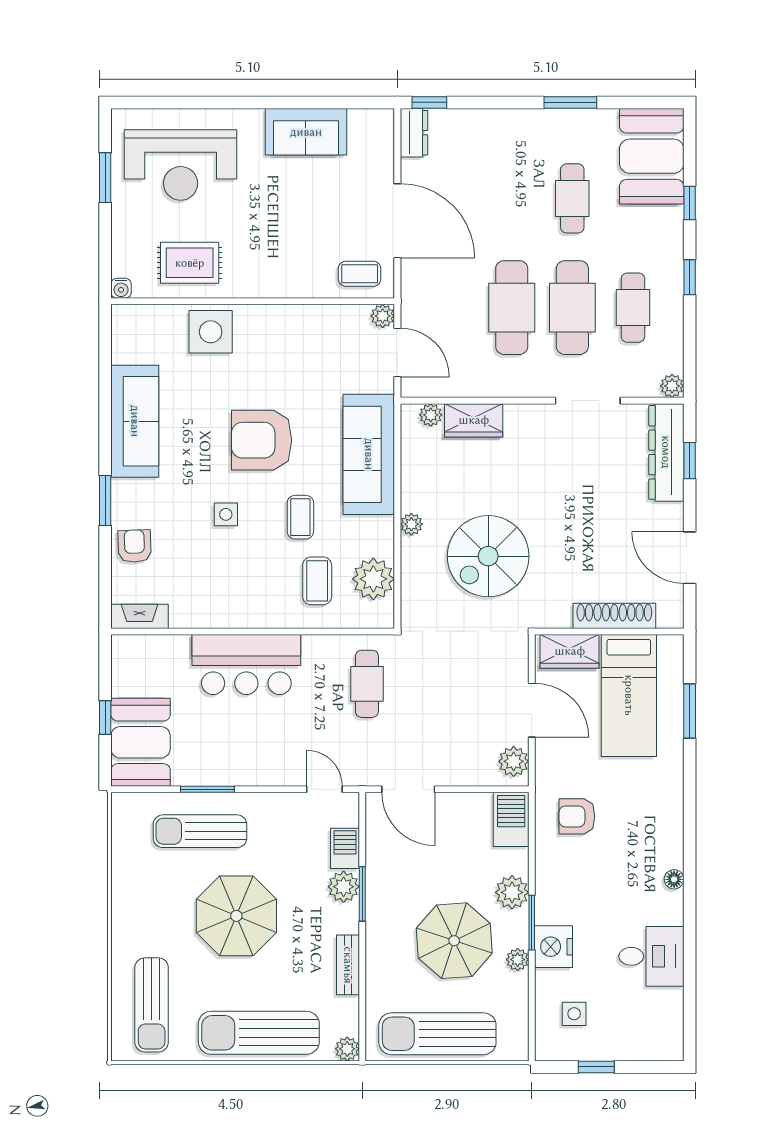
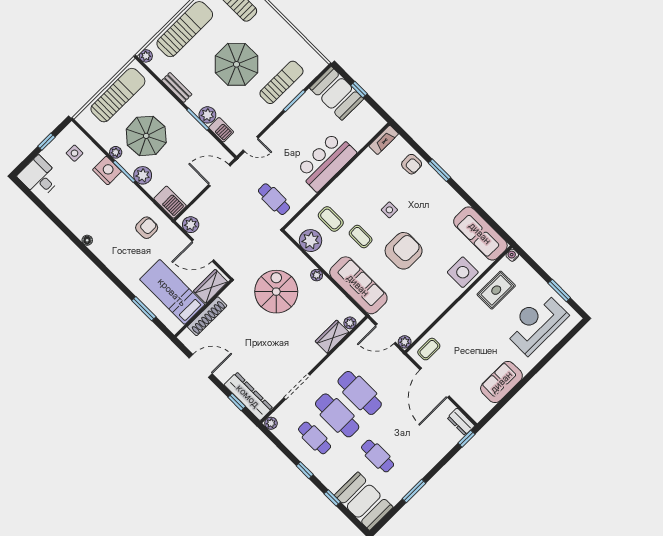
door: (397, 221) -> (434, 383), hinge flipped
sofa: (135, 421) -> (480, 233), moved
desk: (651, 956) -> (39, 177), moved, turned 90

